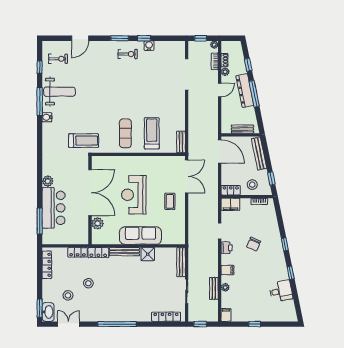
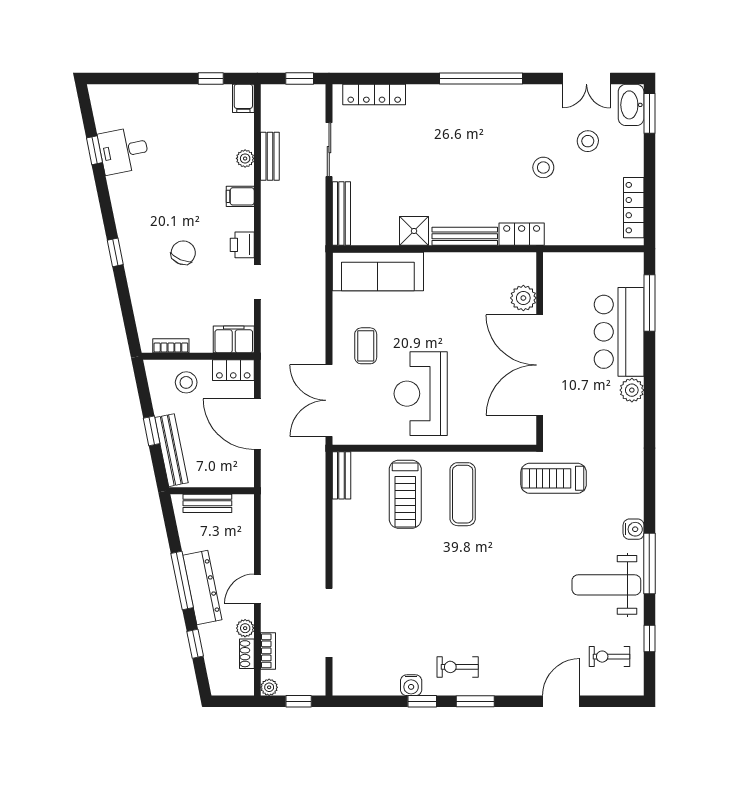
door: (220, 151) -> (257, 424), moved
window: (271, 178) -> (152, 431), moved
reception desk: (134, 195) -> (421, 394), moved, turned 180
sofa: (140, 236) -> (378, 271), moved
locker: (78, 252) -> (567, 235), removed
window: (291, 273) -> (95, 150), moved
window: (255, 324) -> (211, 79), moved

